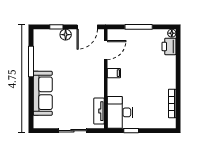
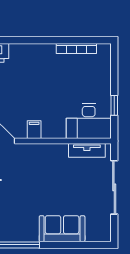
sofa: (43, 93) -> (62, 229), width x0.73
sliding door: (72, 131) -> (114, 187), width x1.37

